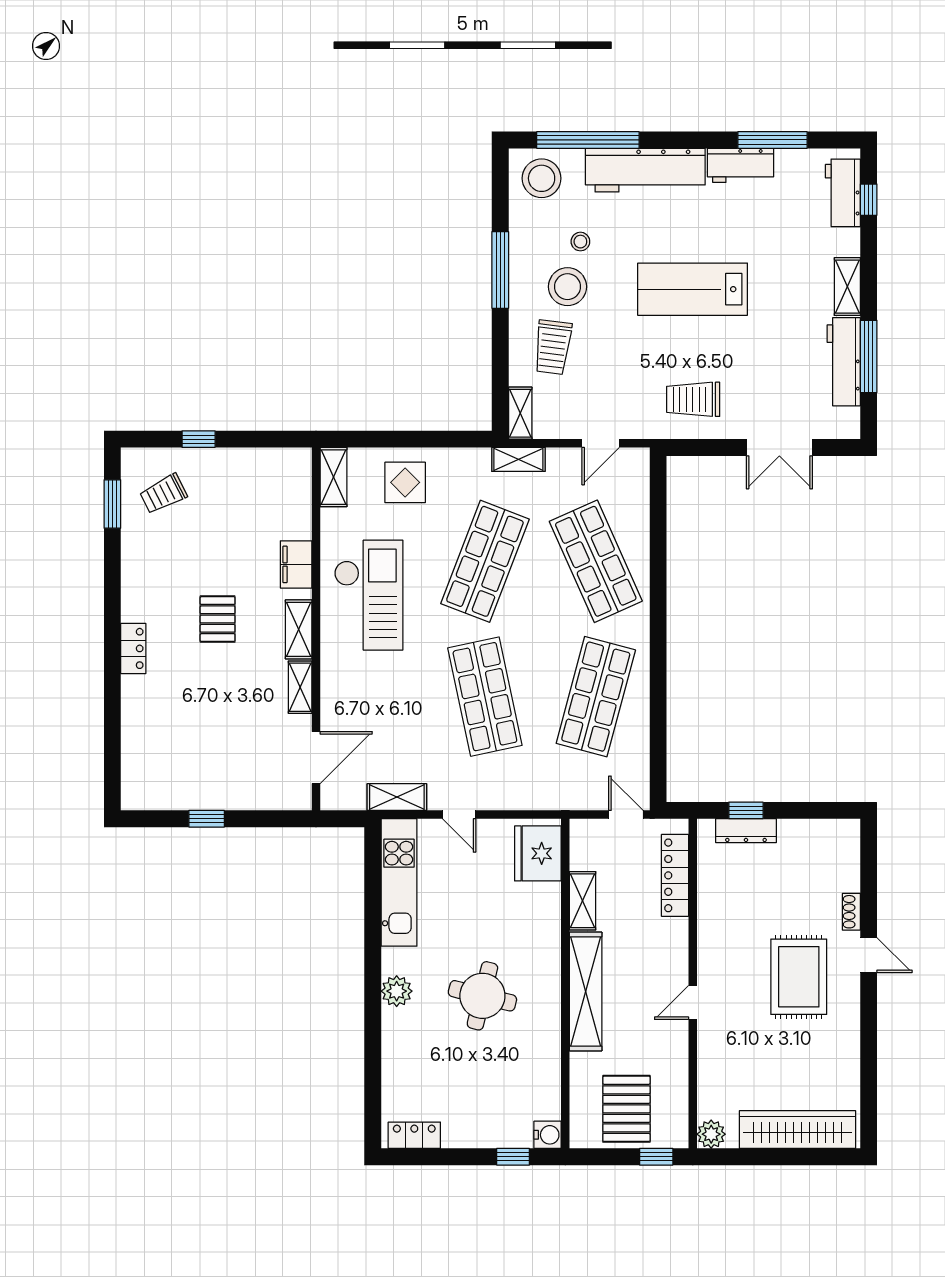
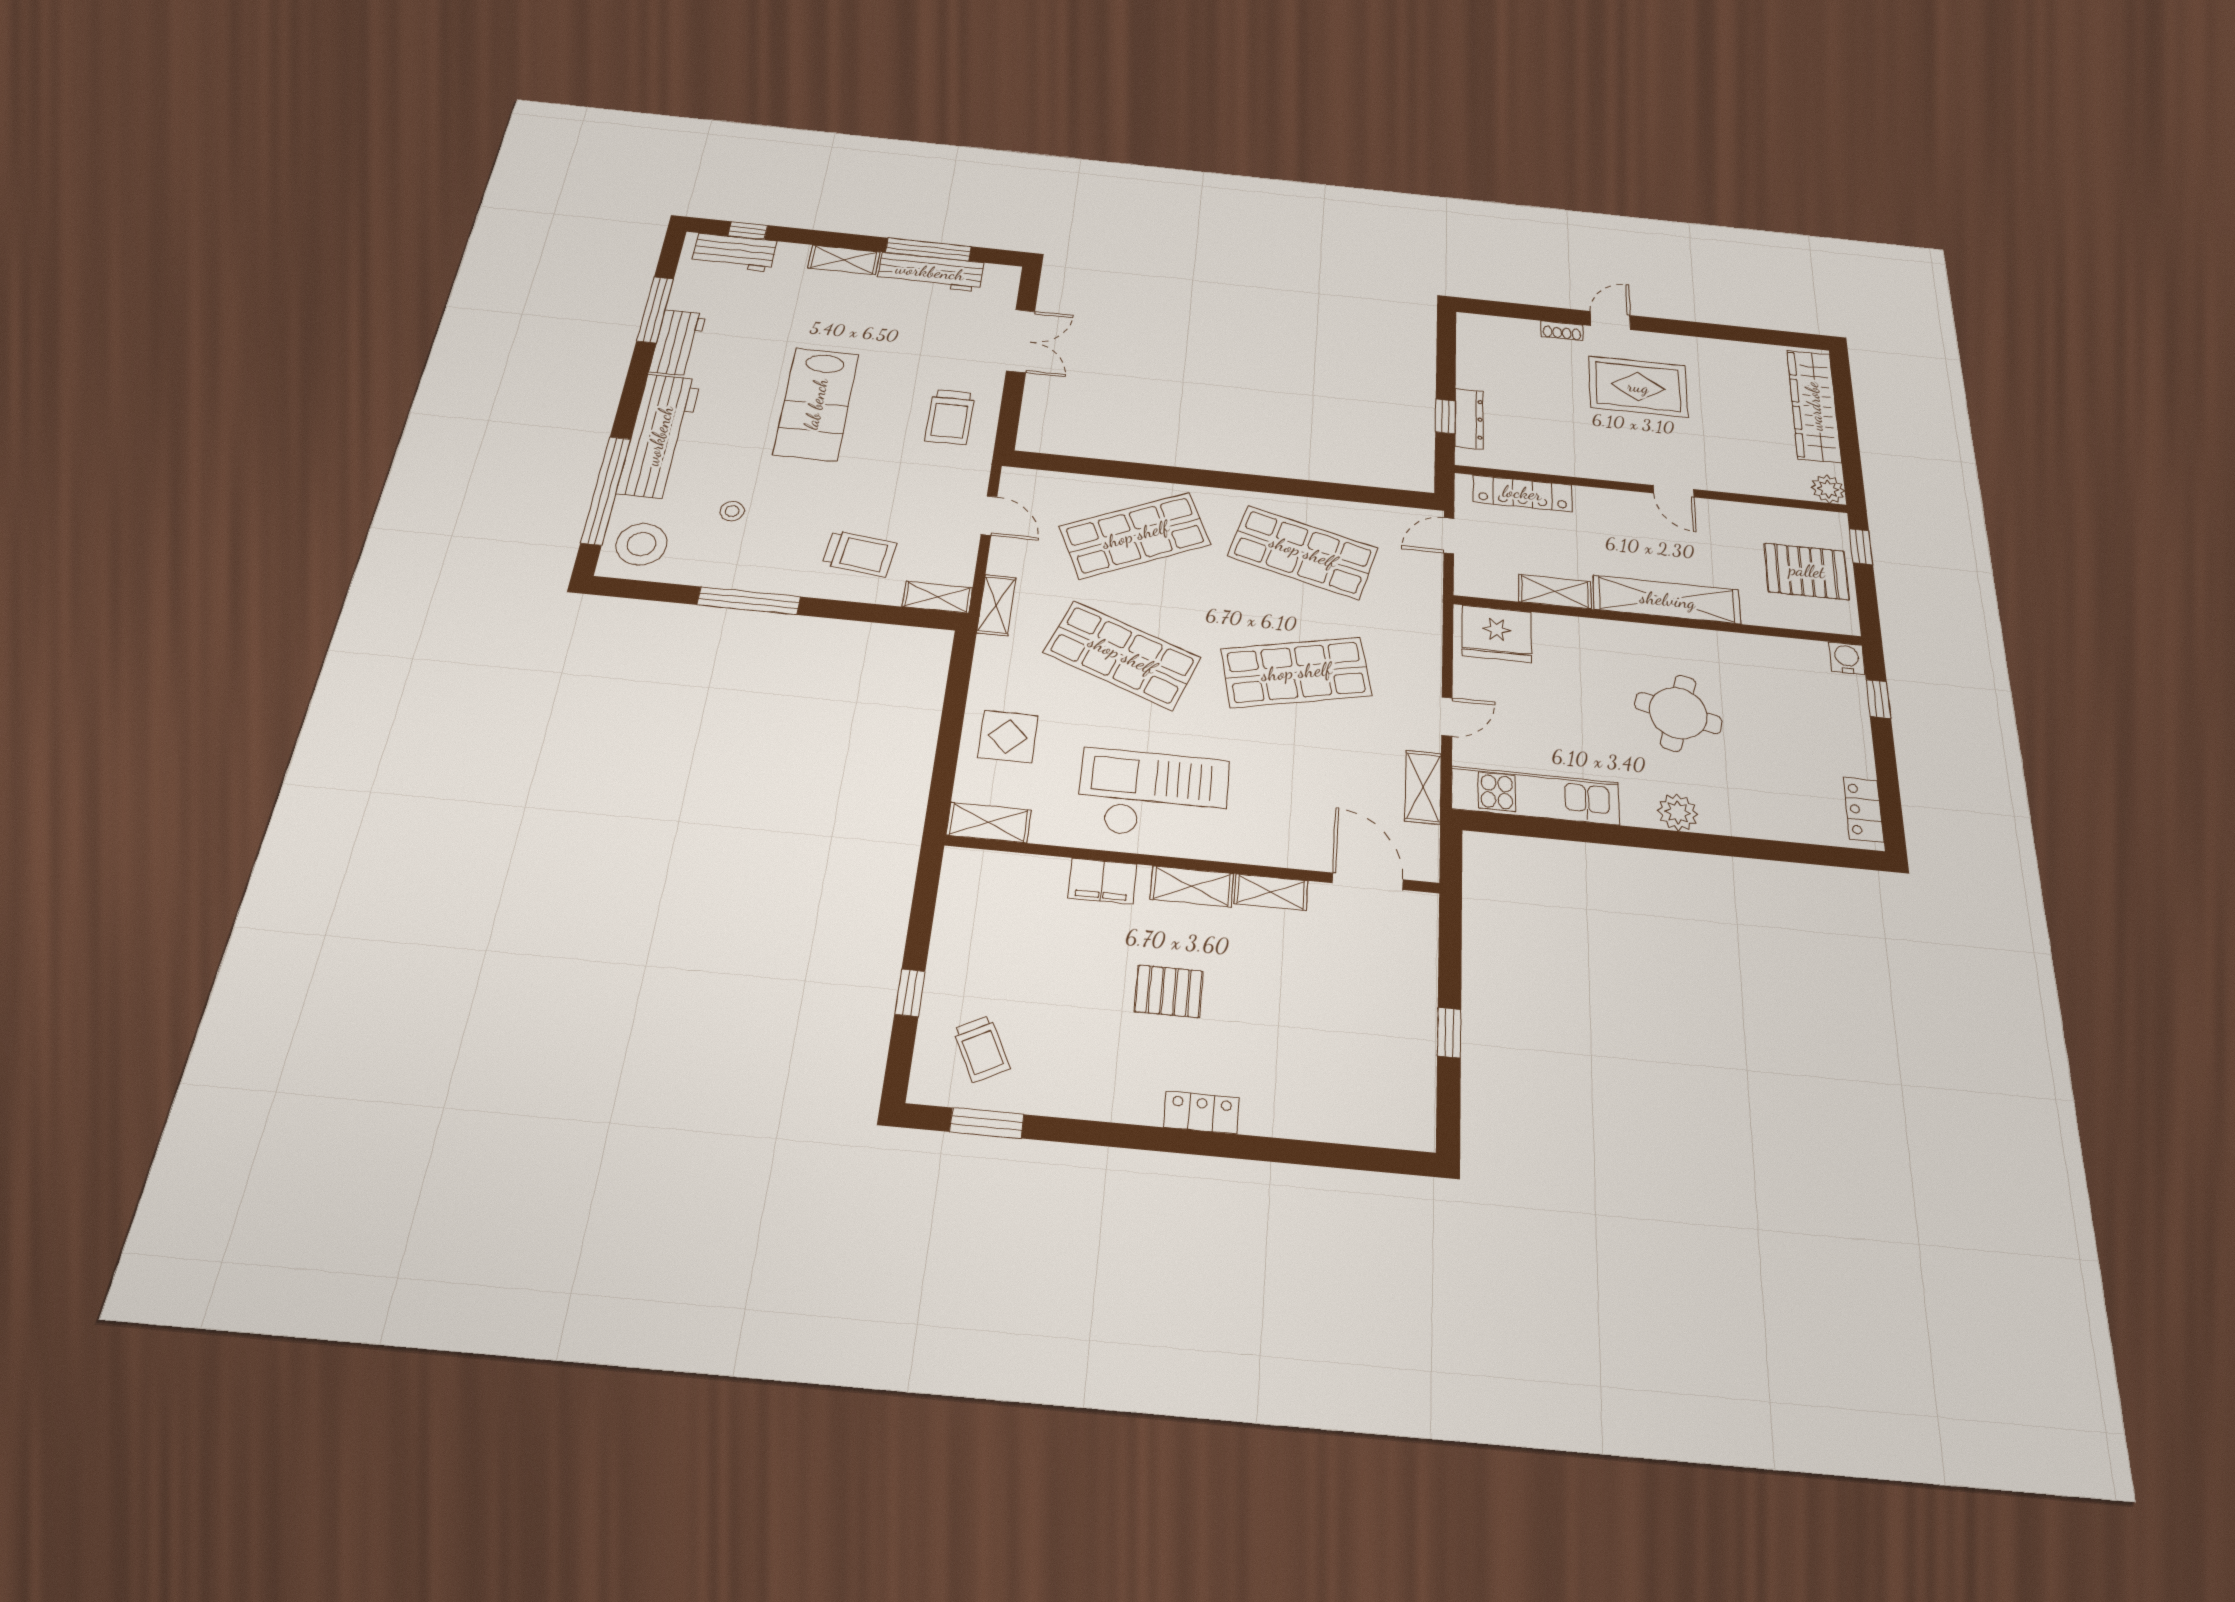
stool: (567, 287) -> (786, 530), removed

